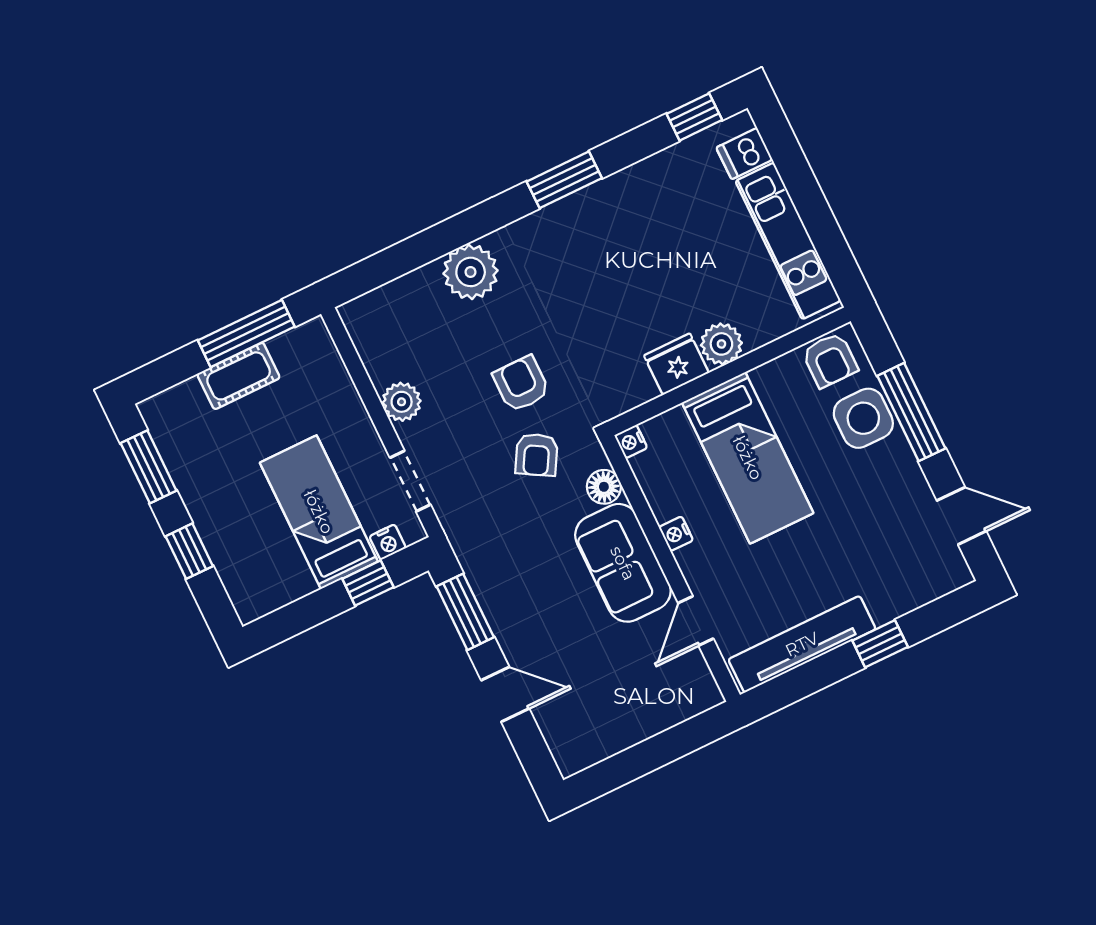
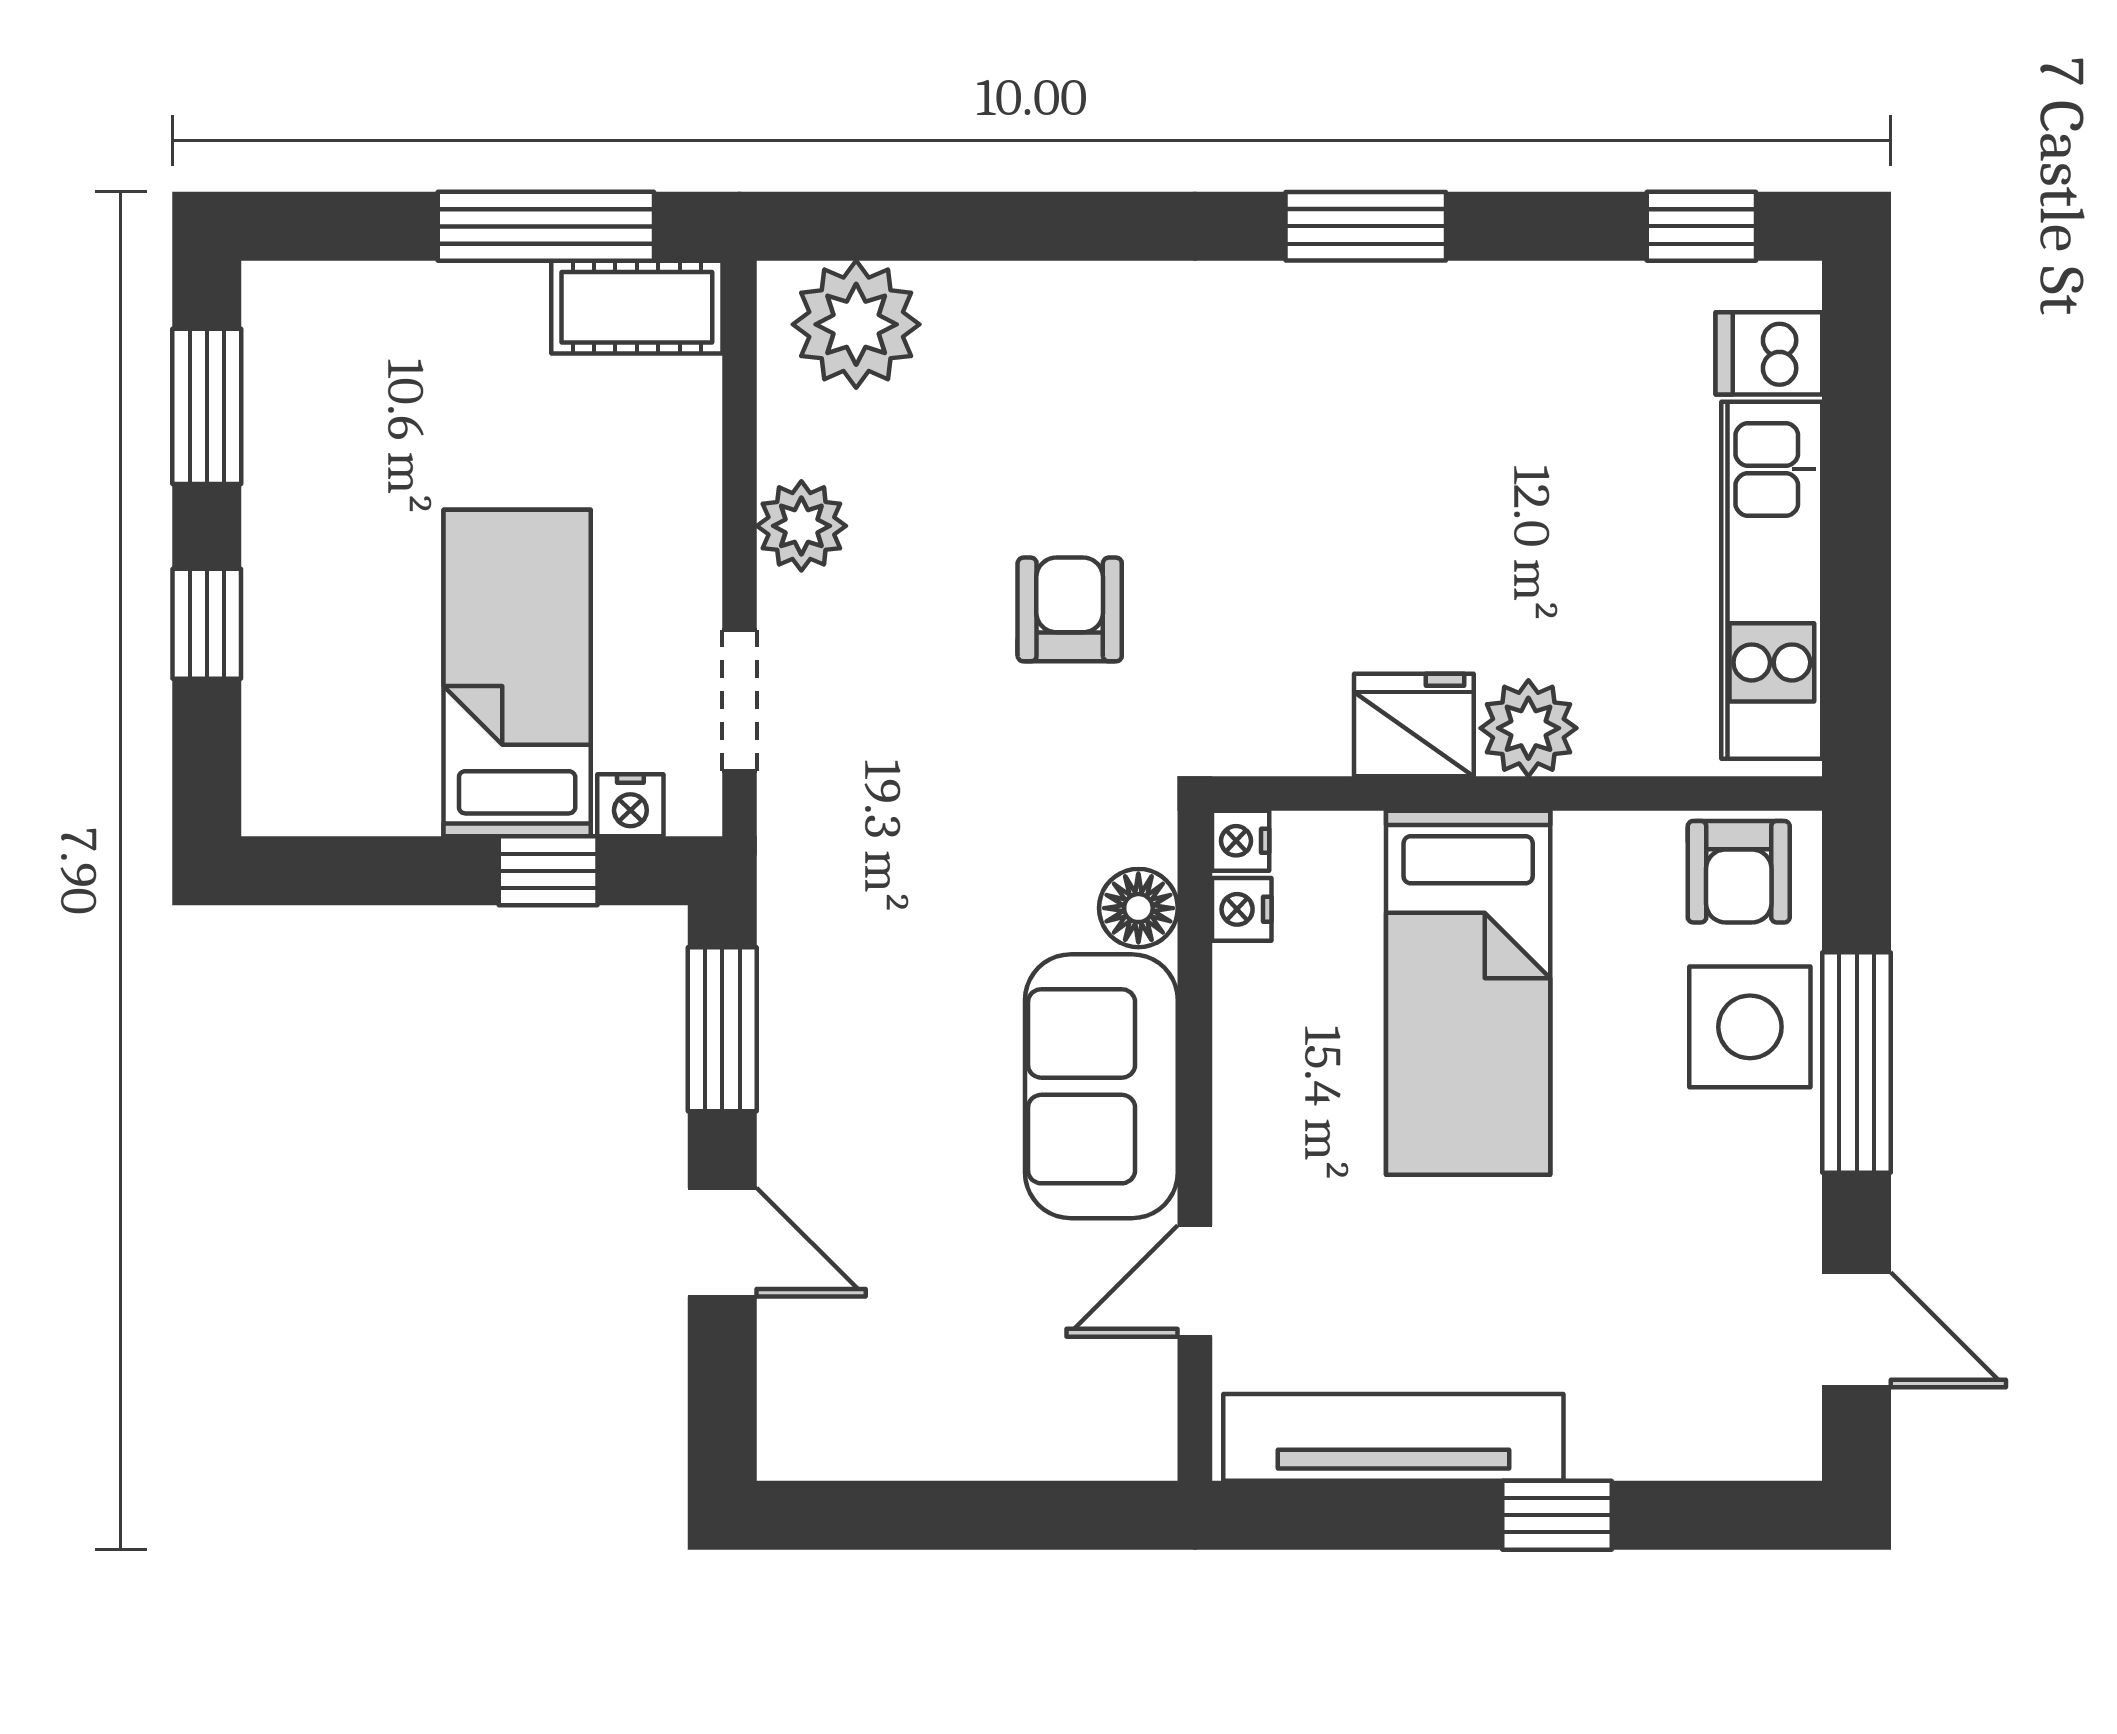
plant: (471, 272) -> (856, 324), moved
cot: (239, 376) -> (637, 307), moved
armchair: (536, 455) -> (1030, 773), removed
nightstand: (676, 534) -> (1242, 909), moved

